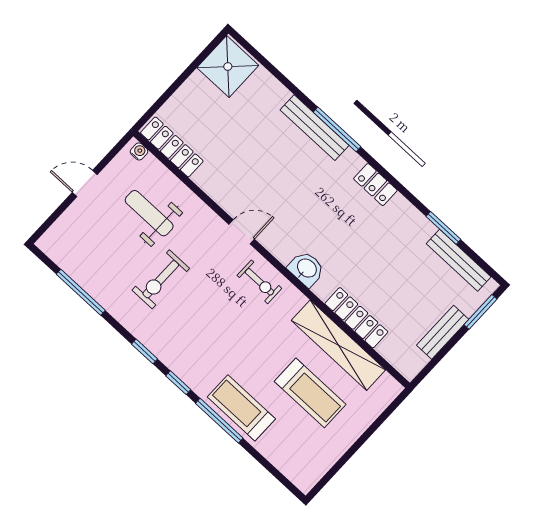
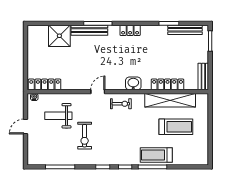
shower: (228, 67) -> (59, 36), moved
bench: (443, 332) -> (203, 77), moved

